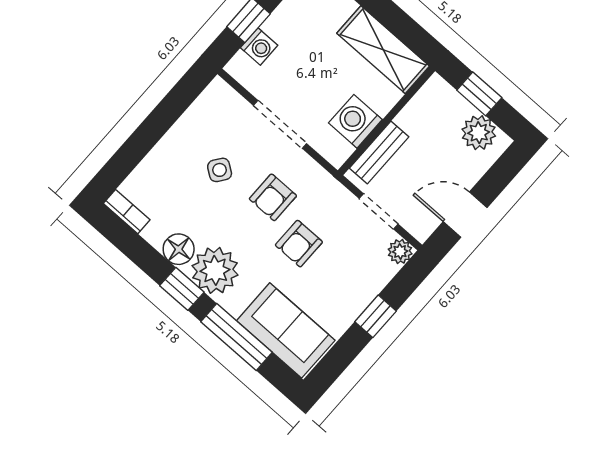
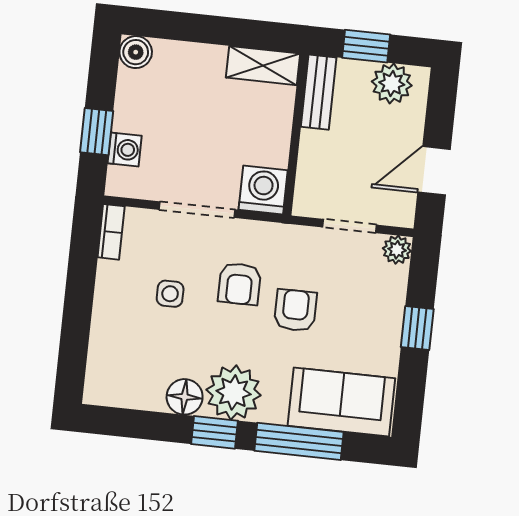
shelving: (383, 50) -> (263, 66), width x0.67, depth x0.75
washing machine: (355, 121) -> (263, 190), moved, turned 90
bench: (379, 153) -> (319, 92), moved
side table: (220, 170) -> (170, 294), turned -36
bookcase: (127, 212) -> (111, 232), moved, turned 90
armchair: (299, 244) -> (295, 310), turned 180

